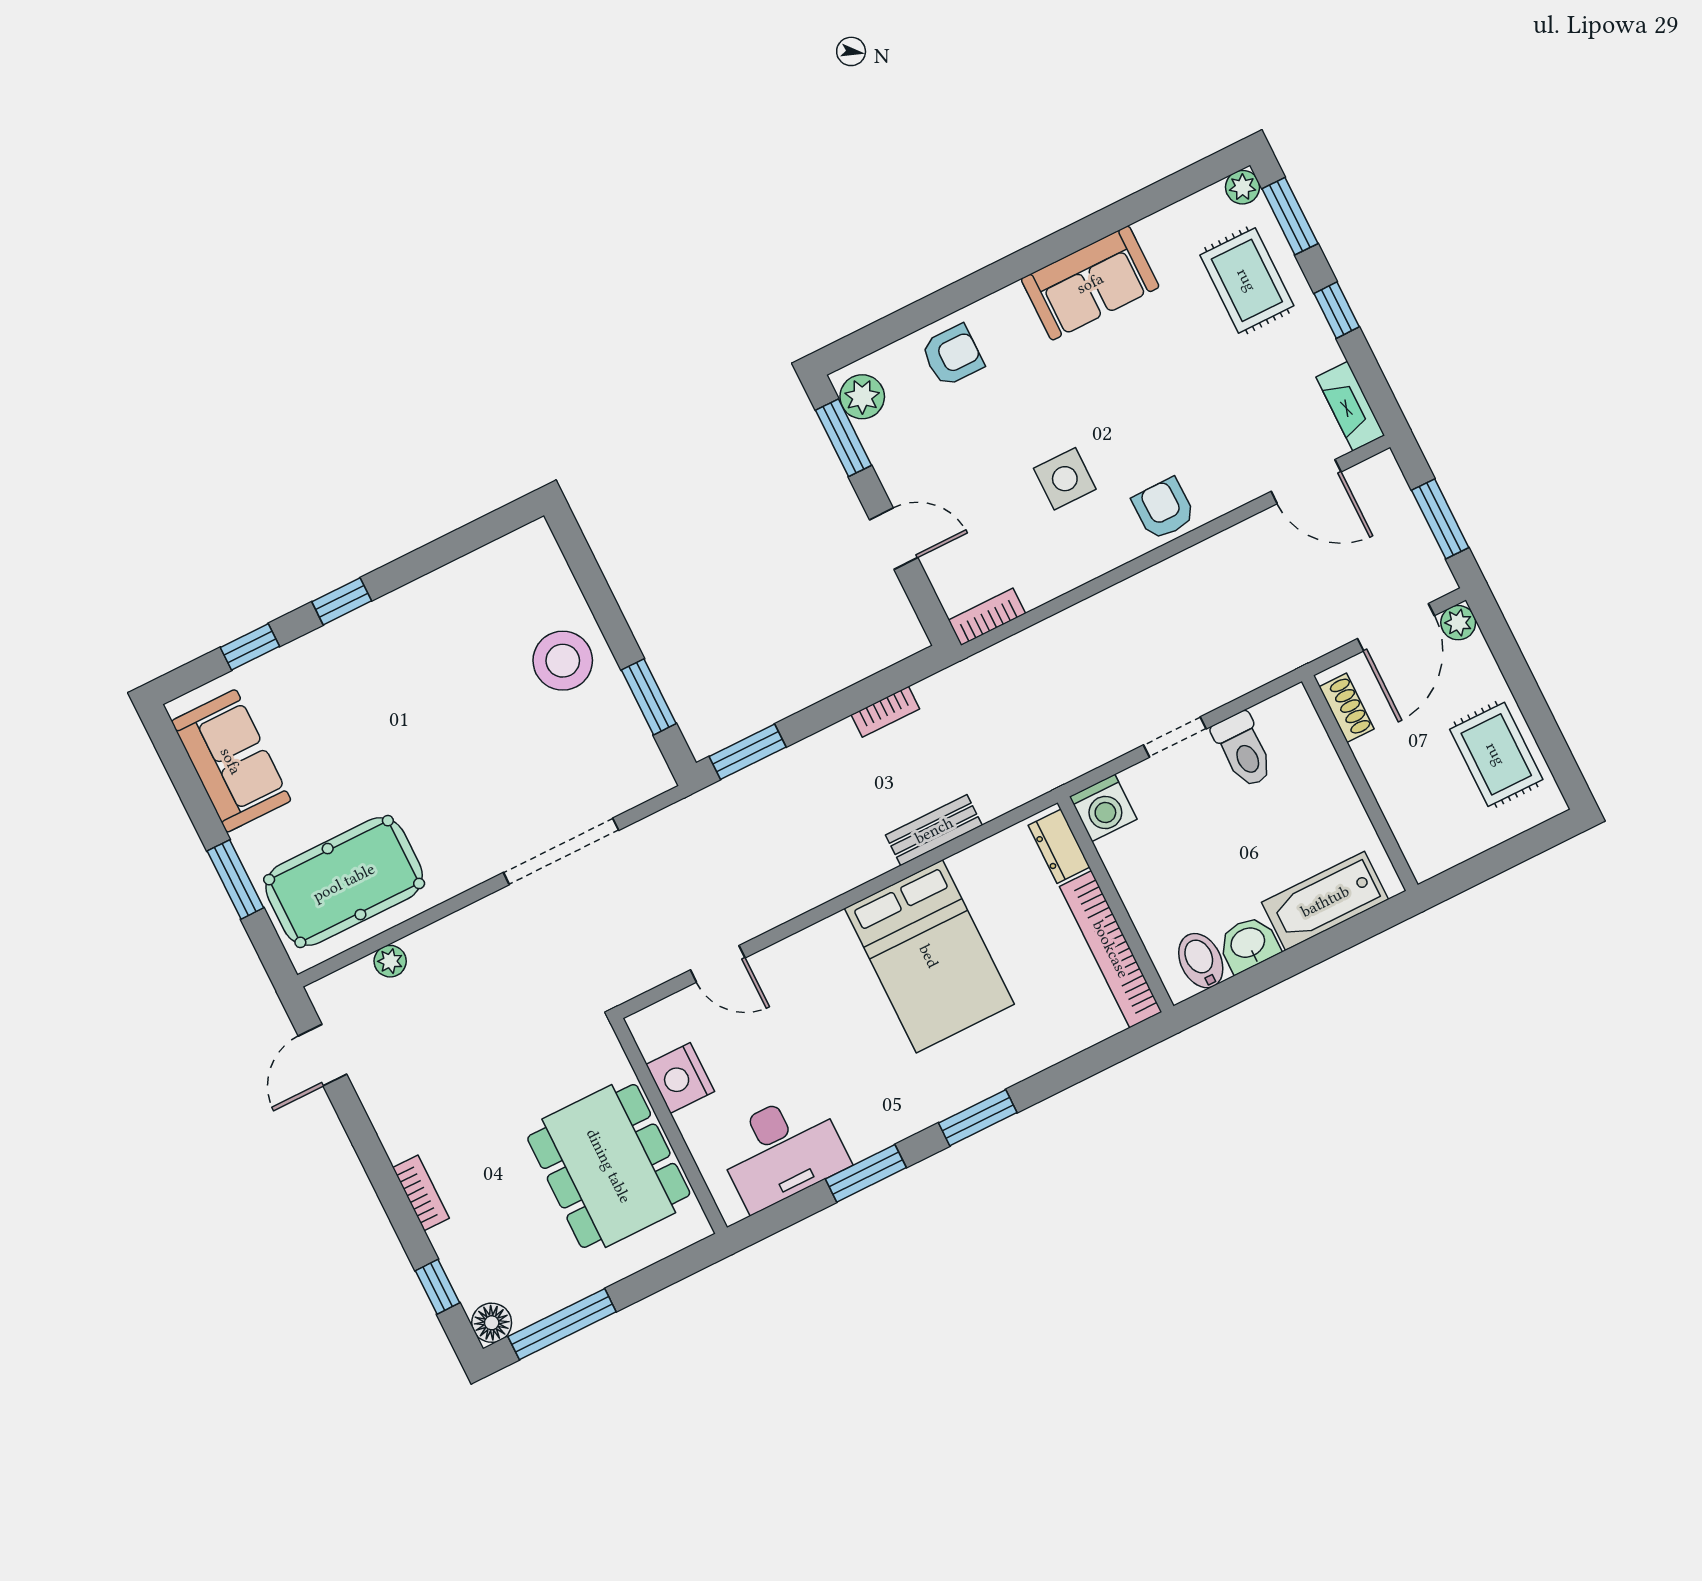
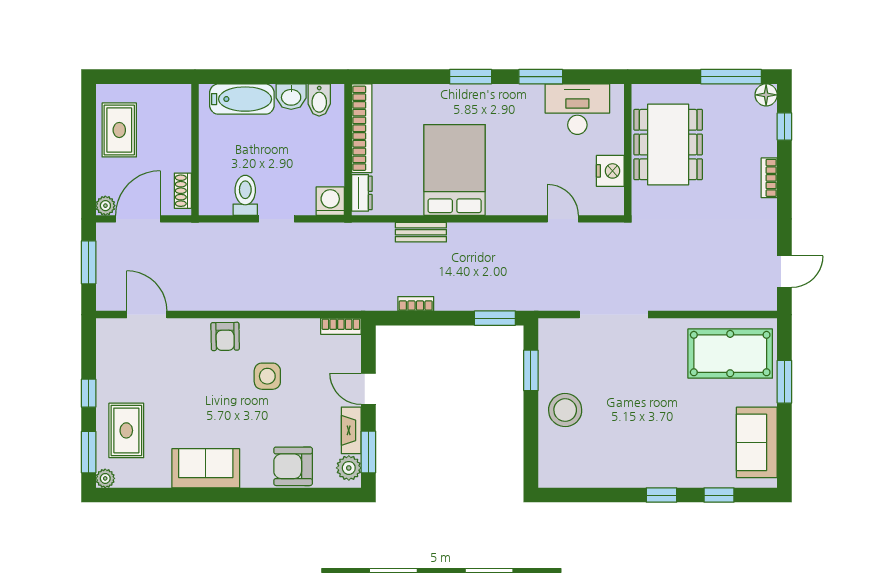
armchair: (952, 355) -> (293, 466), width x1.38, depth x1.38
fireplace: (1350, 406) -> (351, 430), moved, turned 180
plant: (390, 961) -> (727, 302), removed

